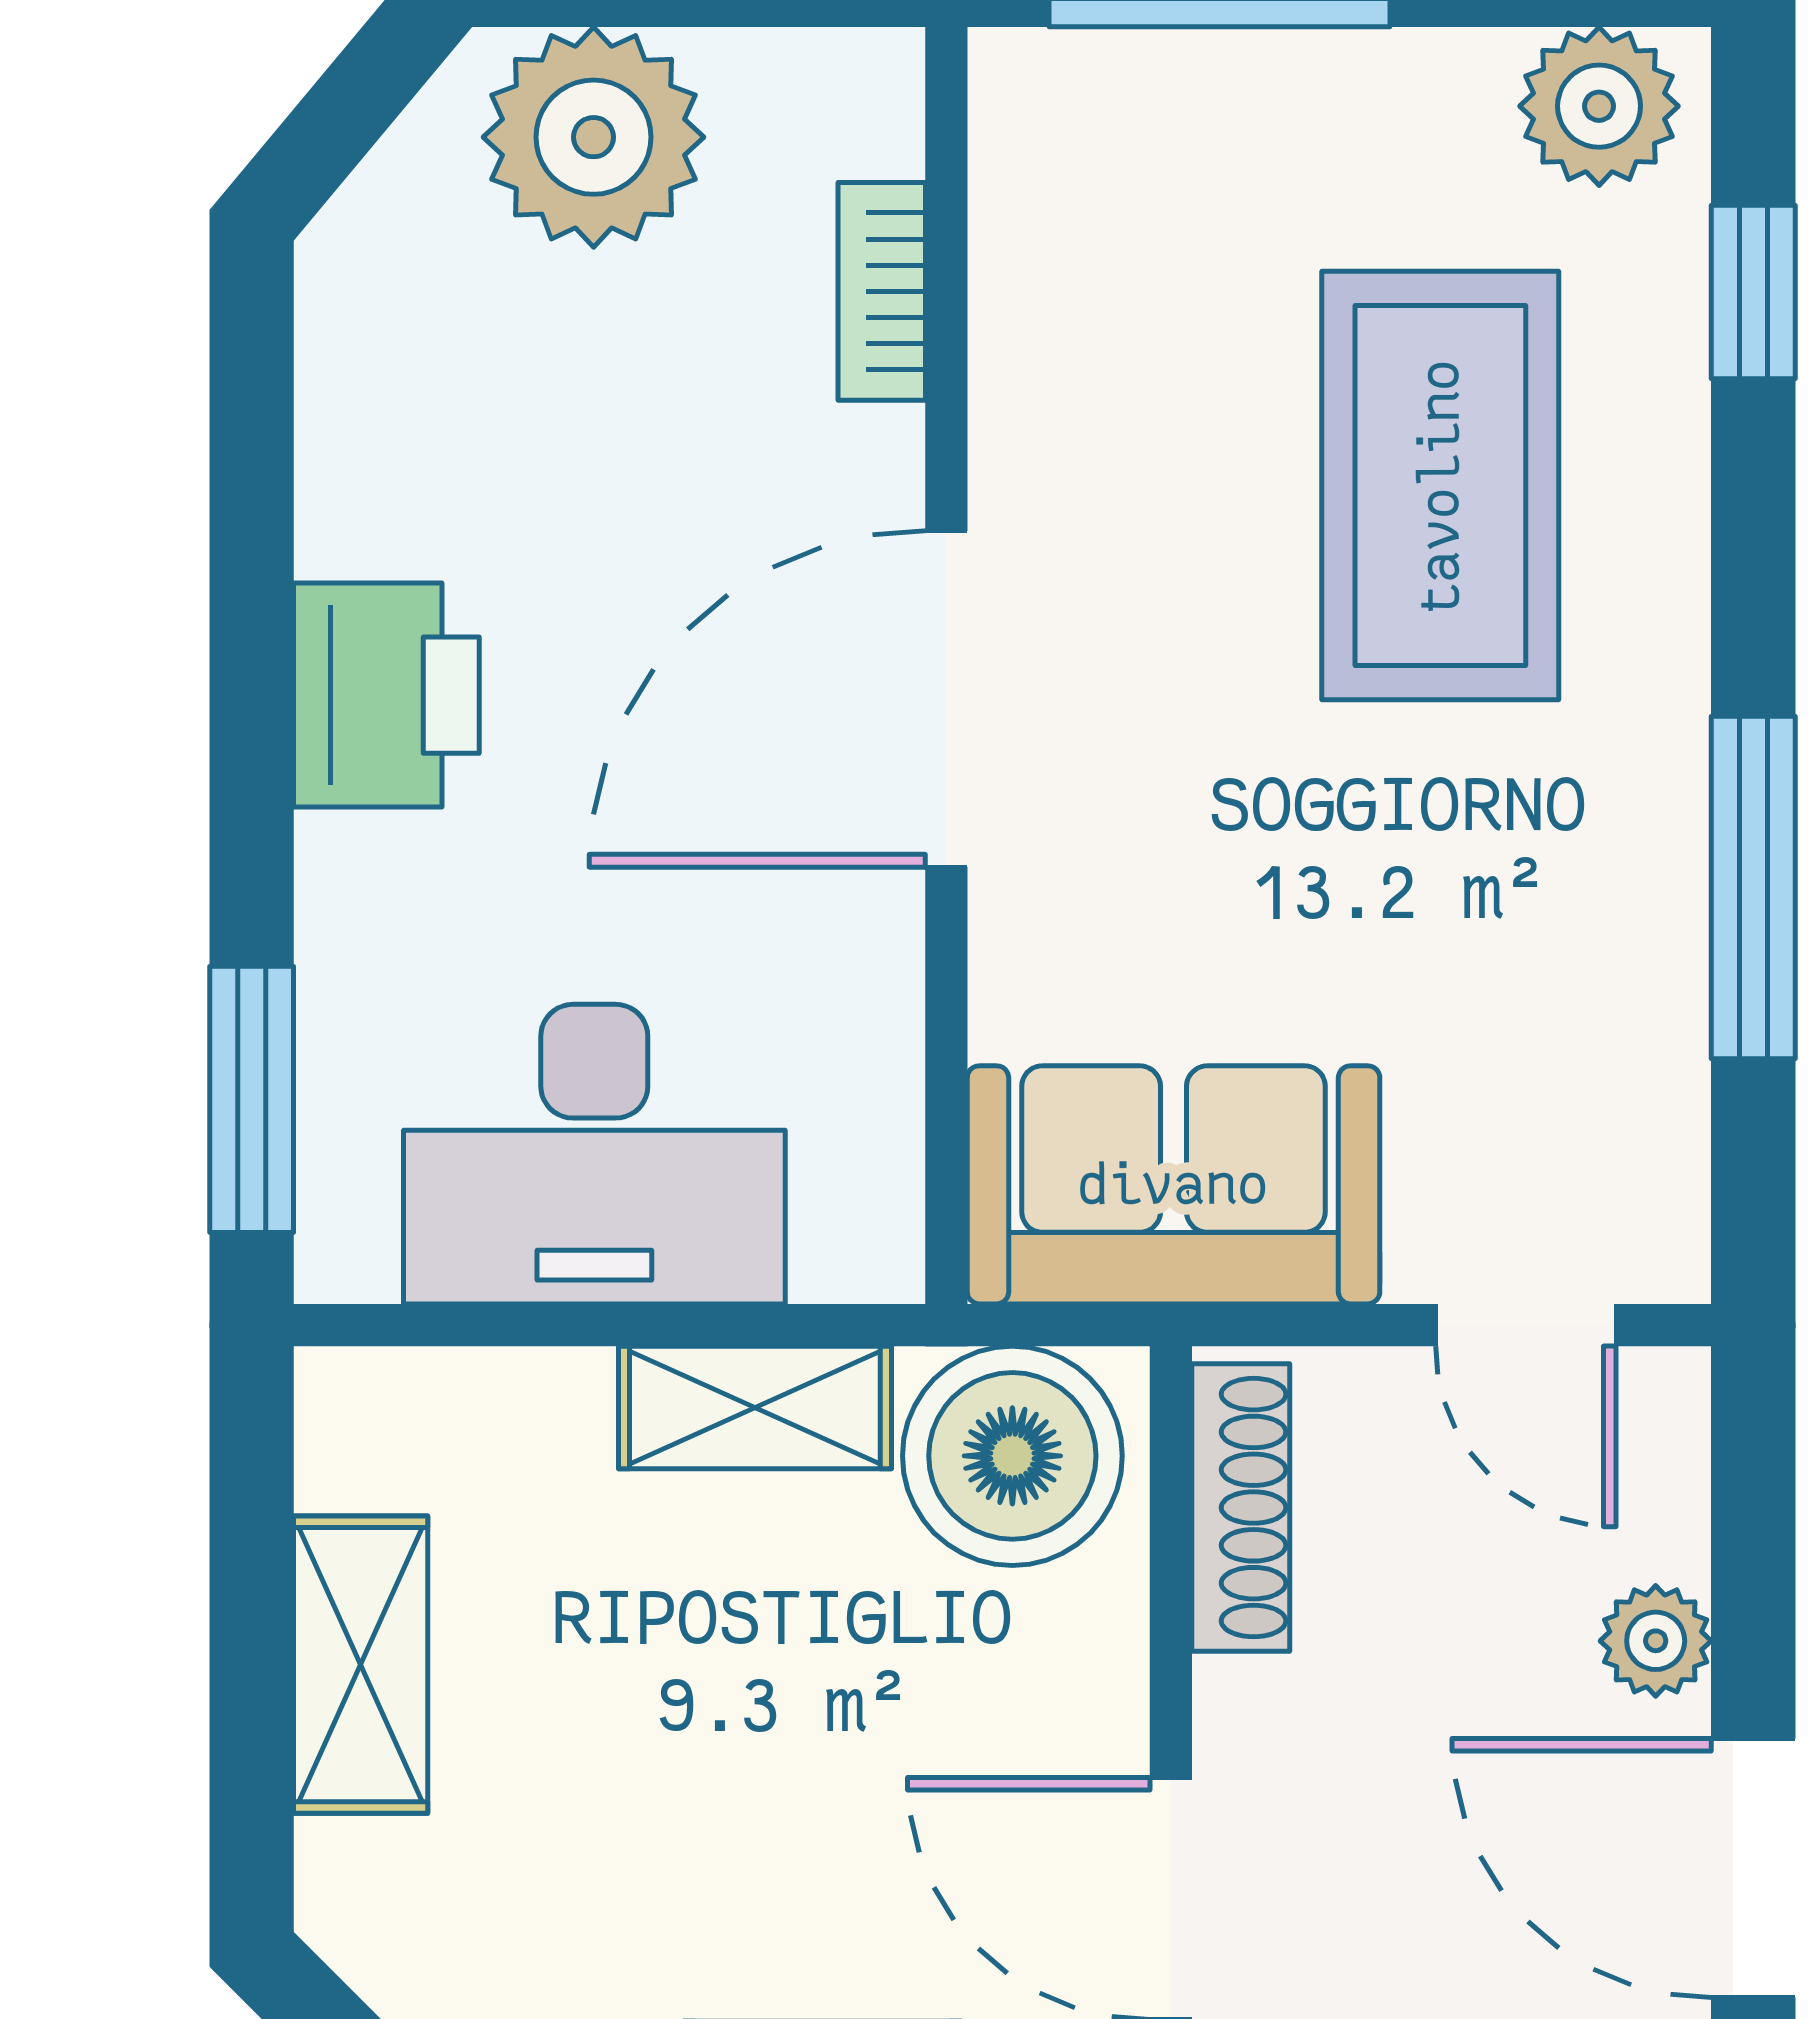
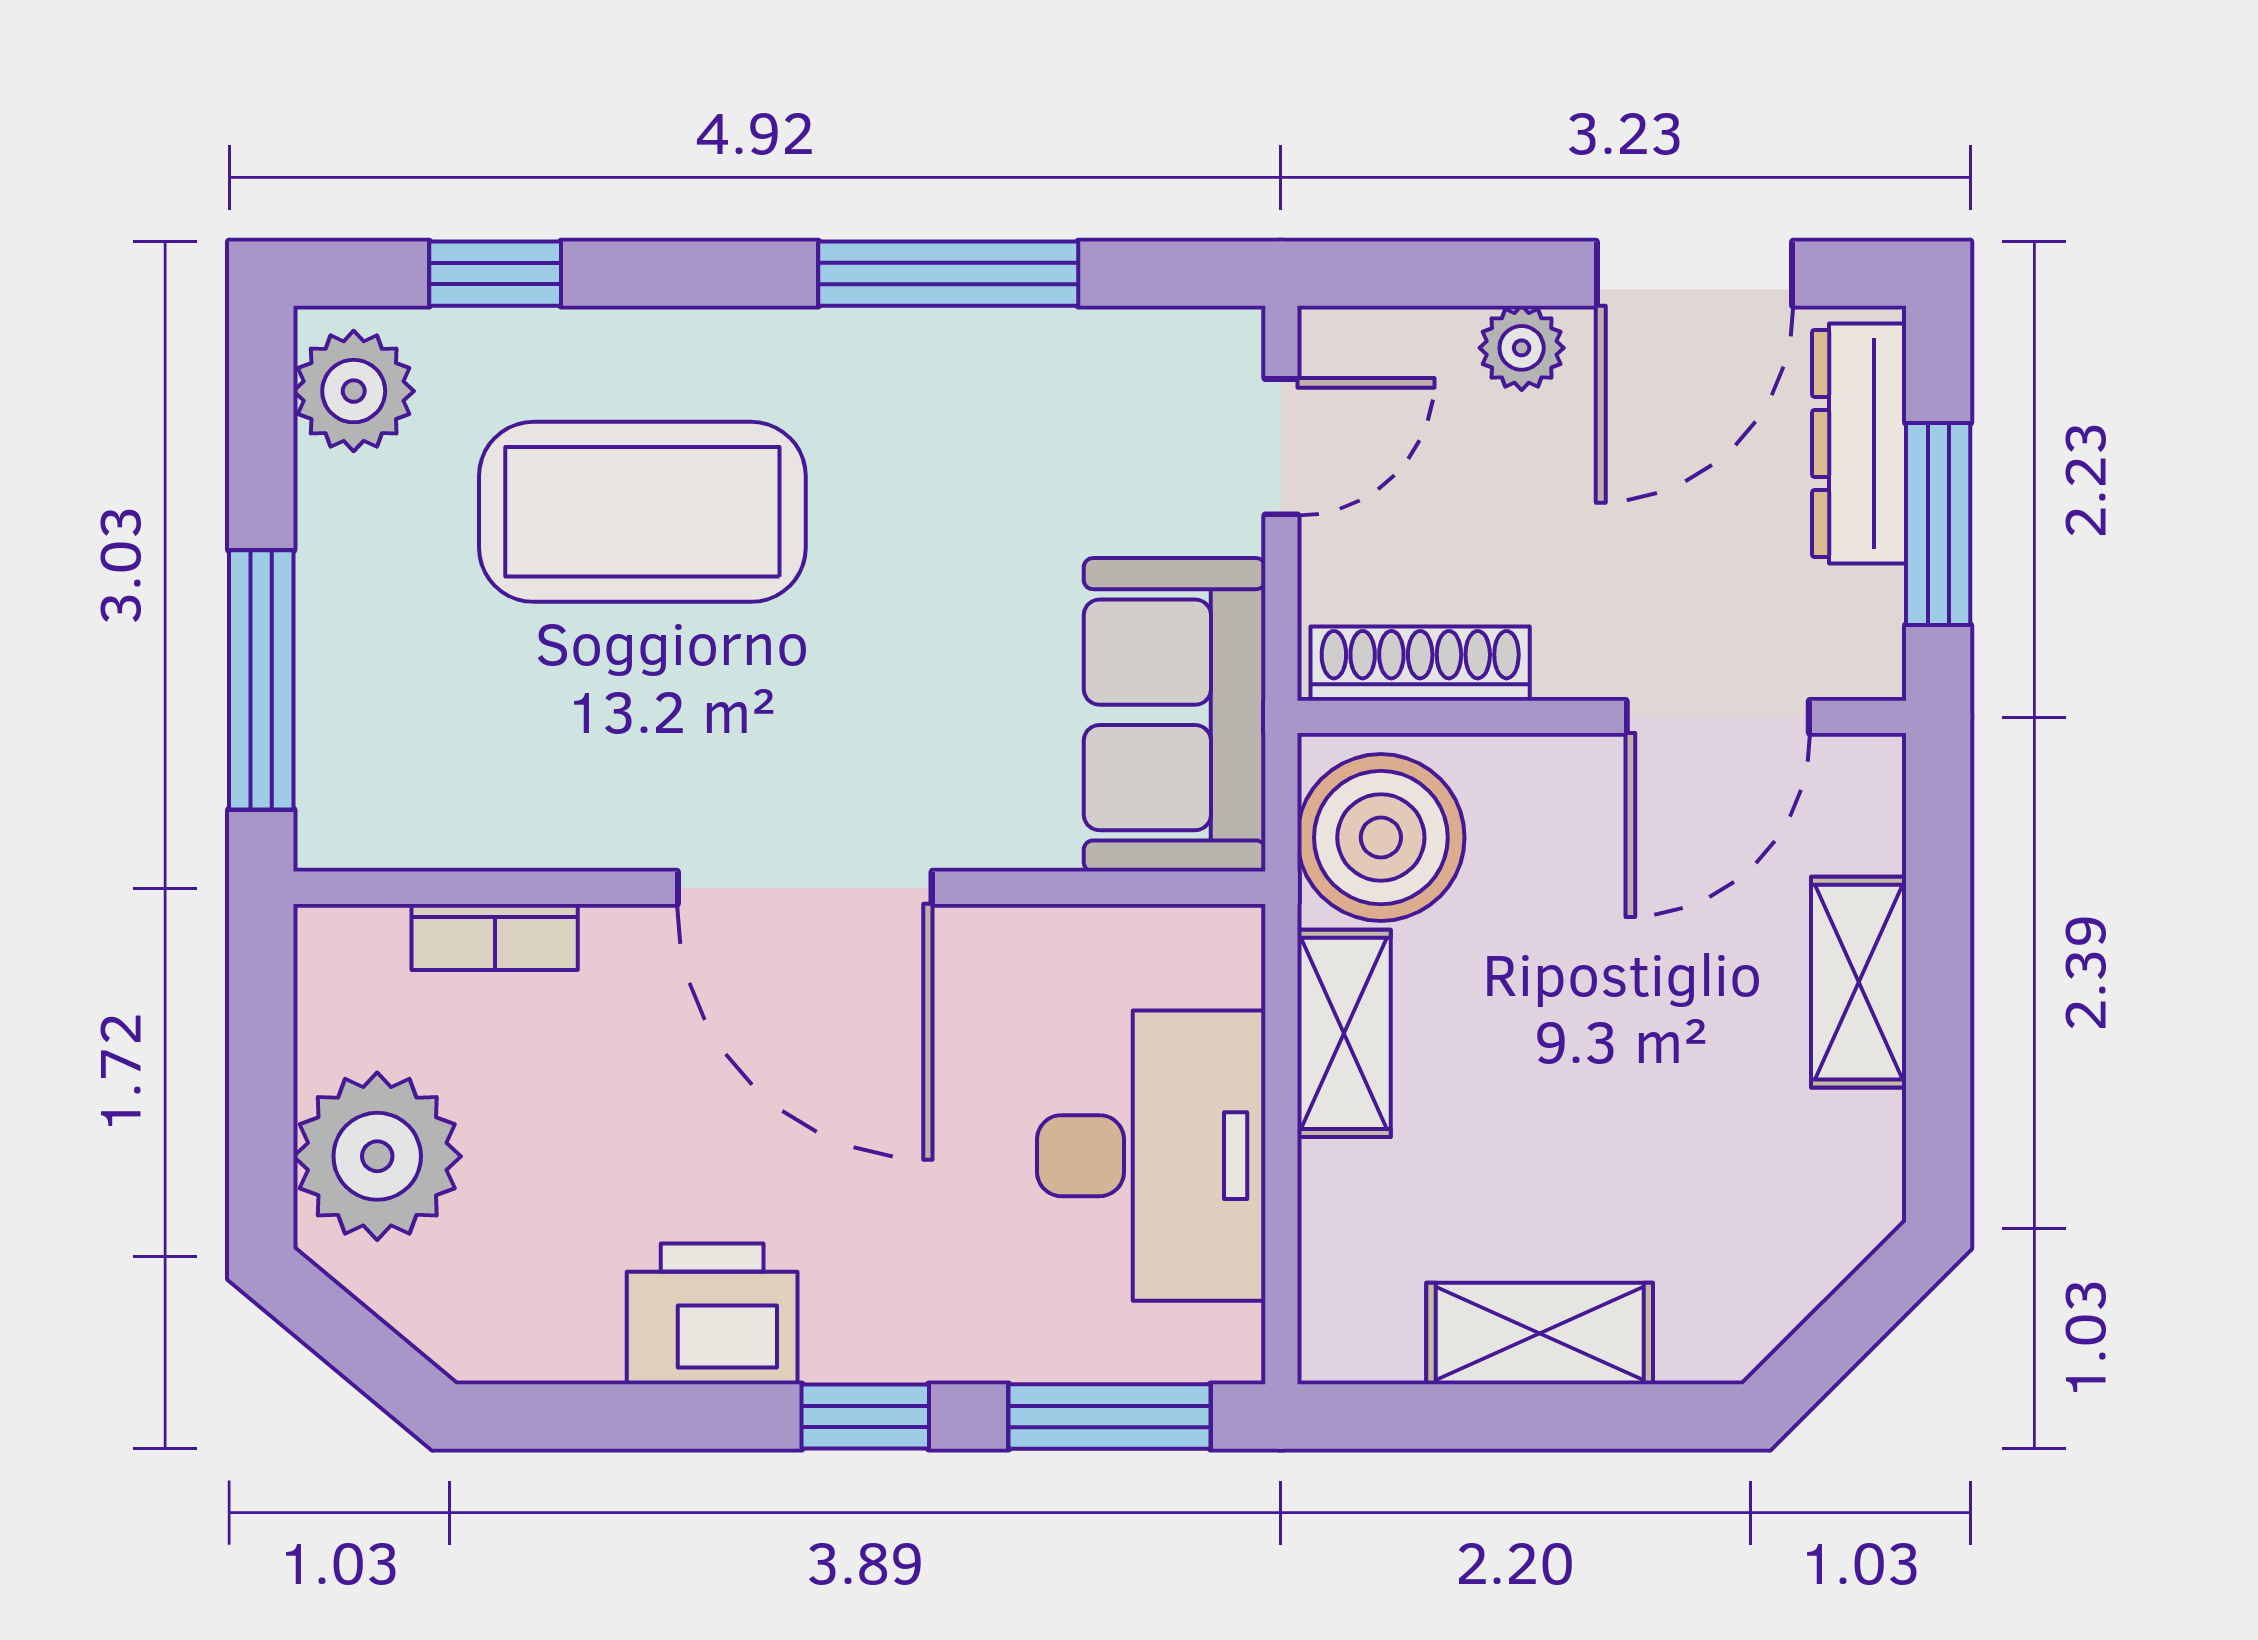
printer: (386, 695) -> (712, 1314), moved
window: (252, 778) -> (865, 1416), added

